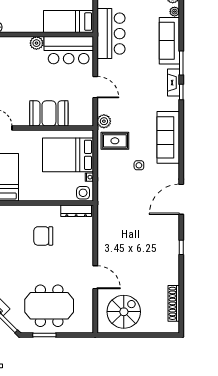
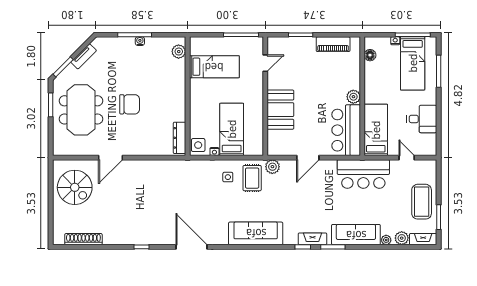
bed: (68, 155) -> (232, 129), width x0.67
side table: (139, 165) -> (228, 177), moved
chair: (43, 236) -> (130, 104), moved, turned 90

